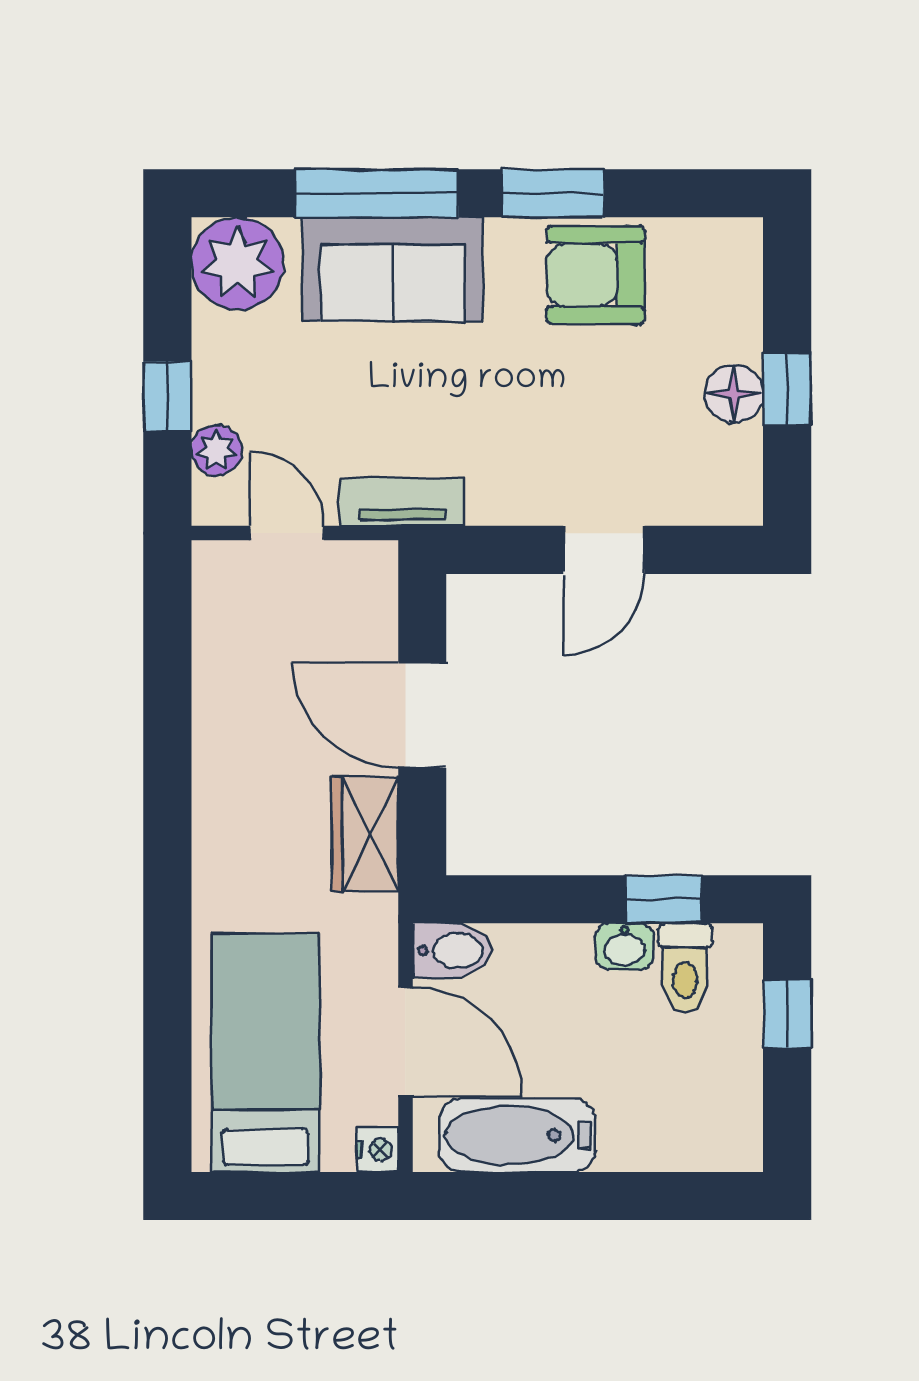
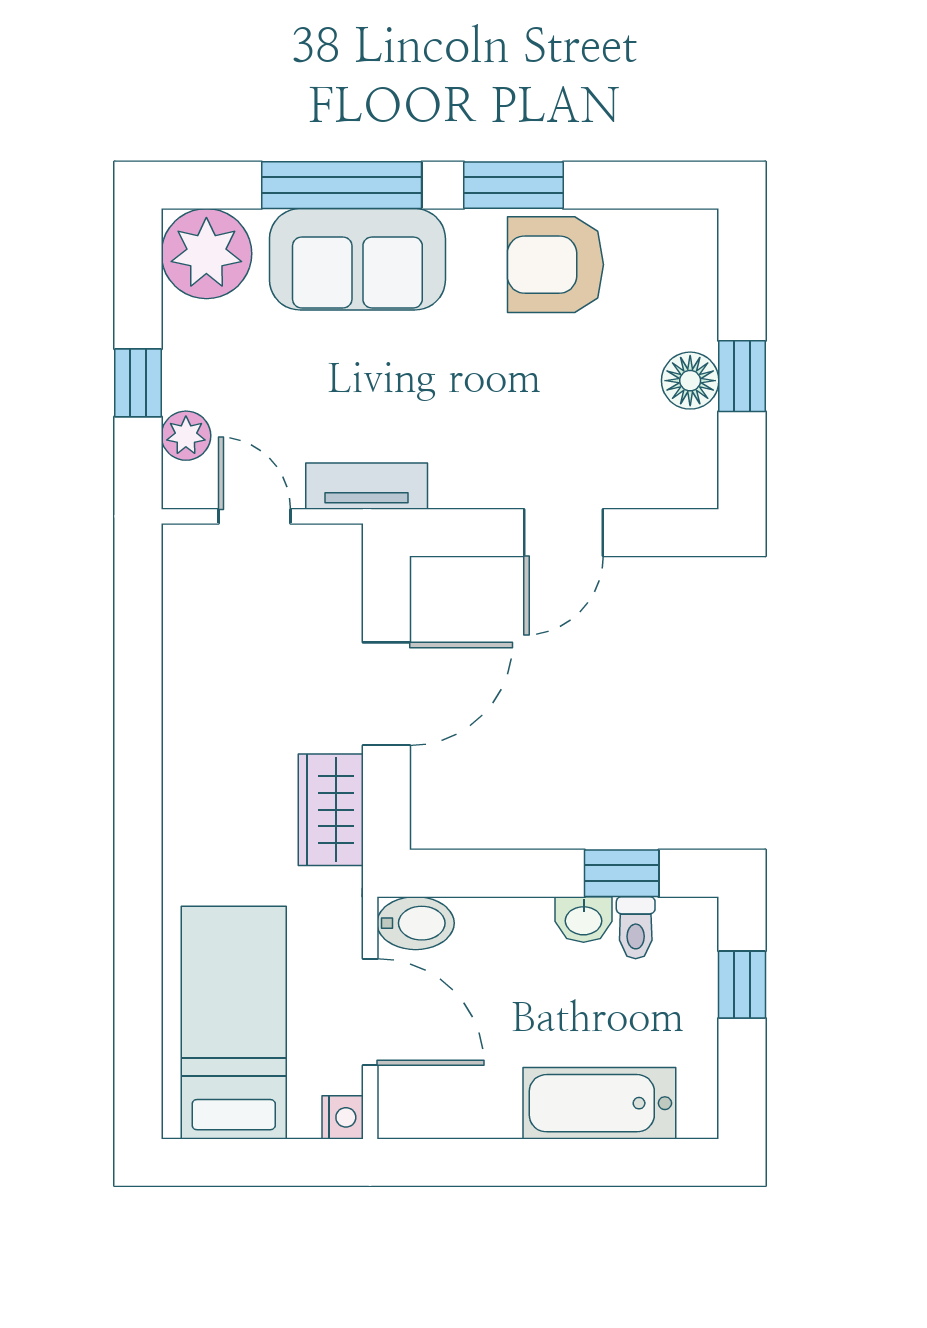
door: (422, 715) -> (386, 694), swing flipped
toilet: (685, 968) -> (636, 928), width x0.73, depth x0.72
bathtub: (517, 1135) -> (599, 1103), moved

